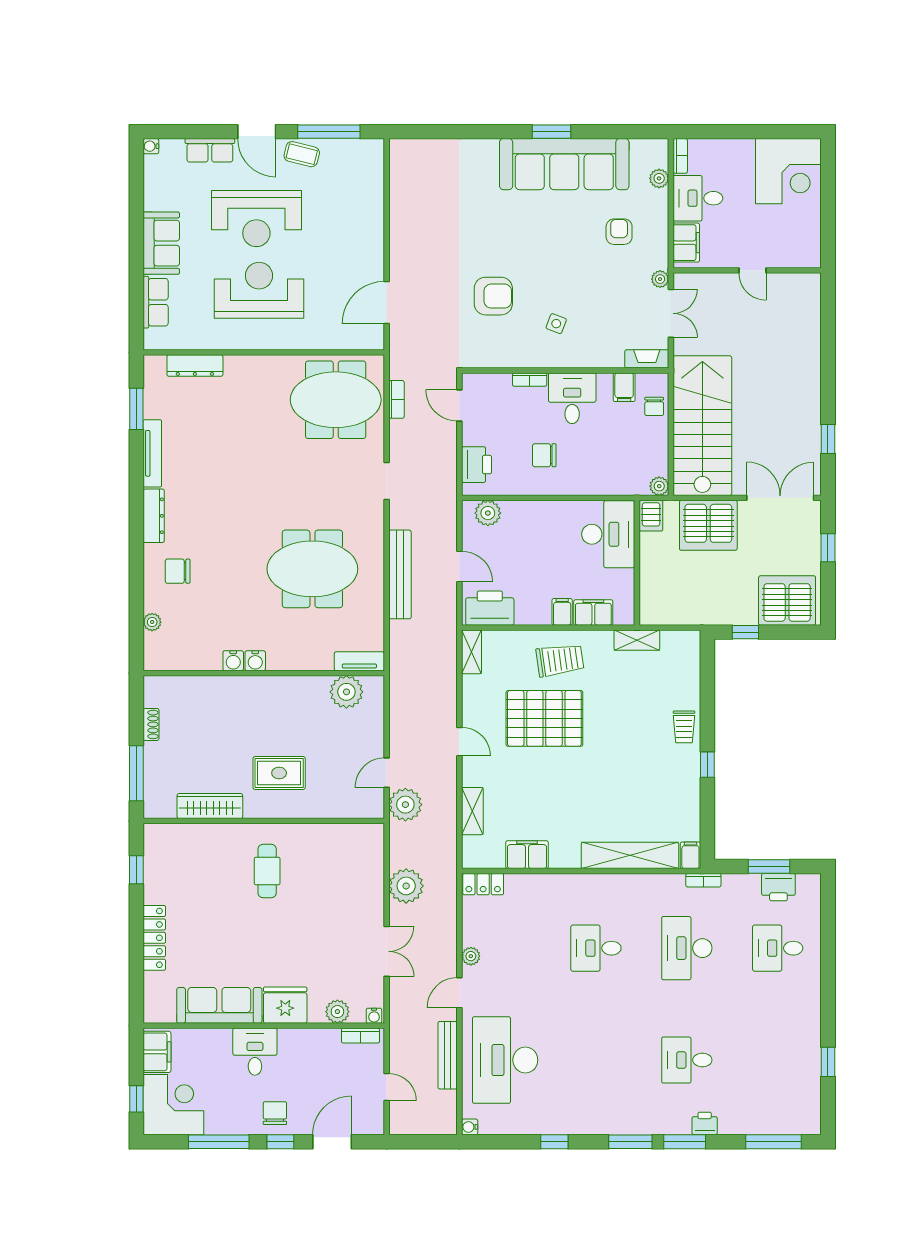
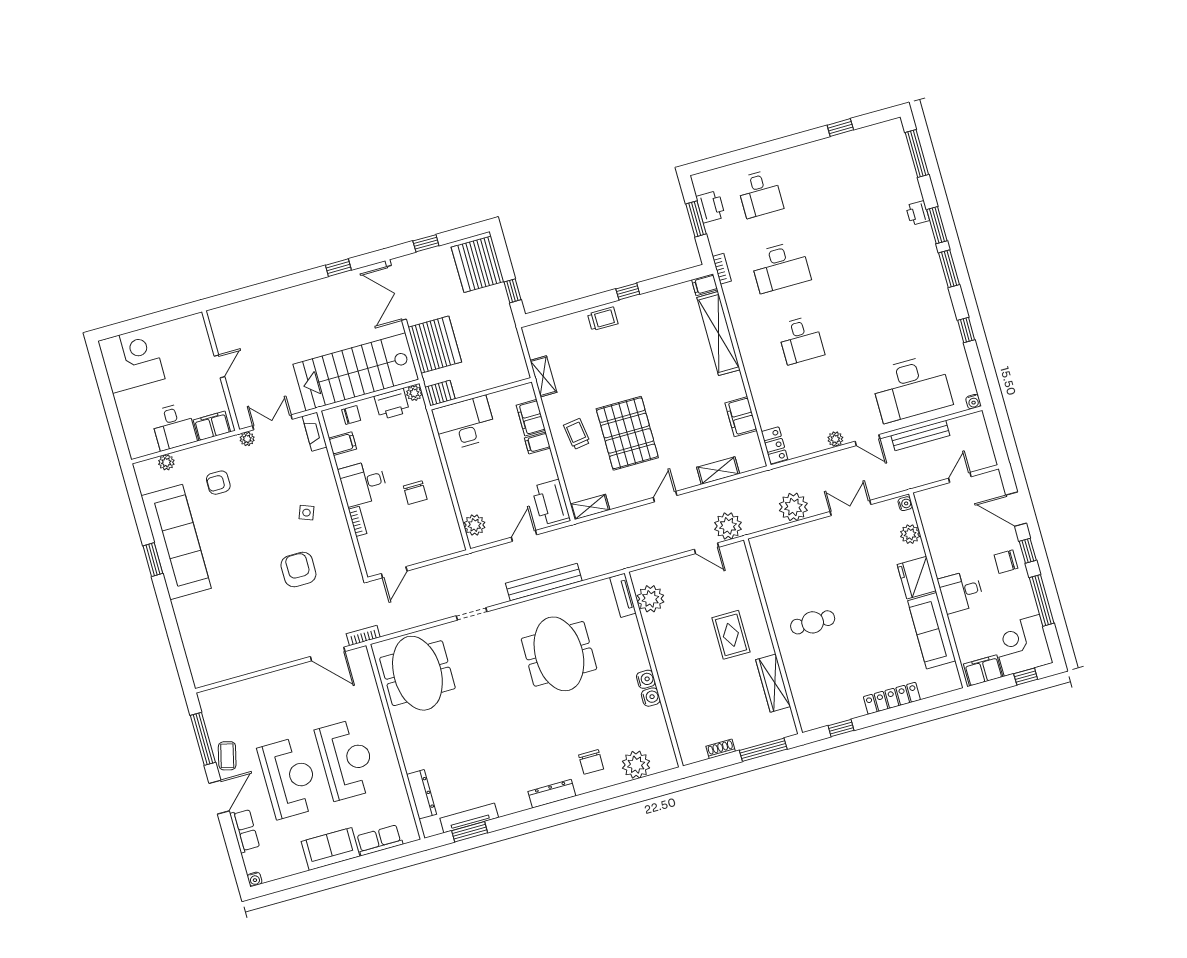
bookcase: (680, 156) -> (143, 450), removed
reception desk: (259, 290) -> (346, 760), turned 180
bookcase: (396, 399) -> (363, 635), moved
tv unit: (152, 453) -> (469, 818), moved
printer: (477, 465) -> (392, 404), moved, turned 180
plant: (152, 622) -> (636, 765), width x1.88, depth x1.88
trolley: (560, 660) -> (577, 434), width x0.73, depth x0.72
bookcase: (361, 1036) -> (924, 510), removed
desk: (687, 1060) -> (871, 242), removed

